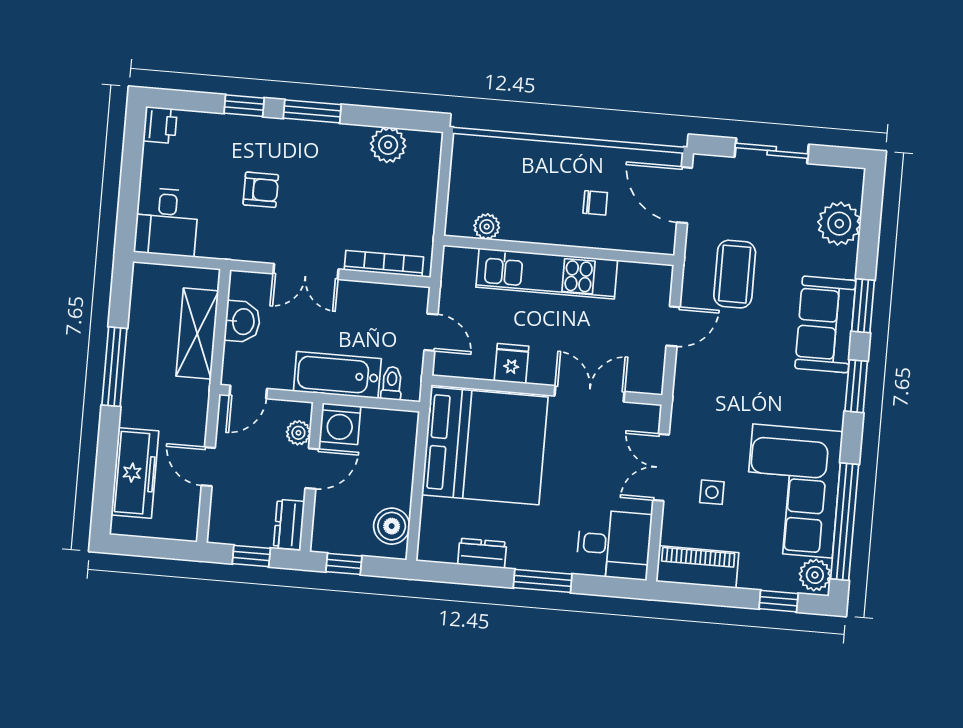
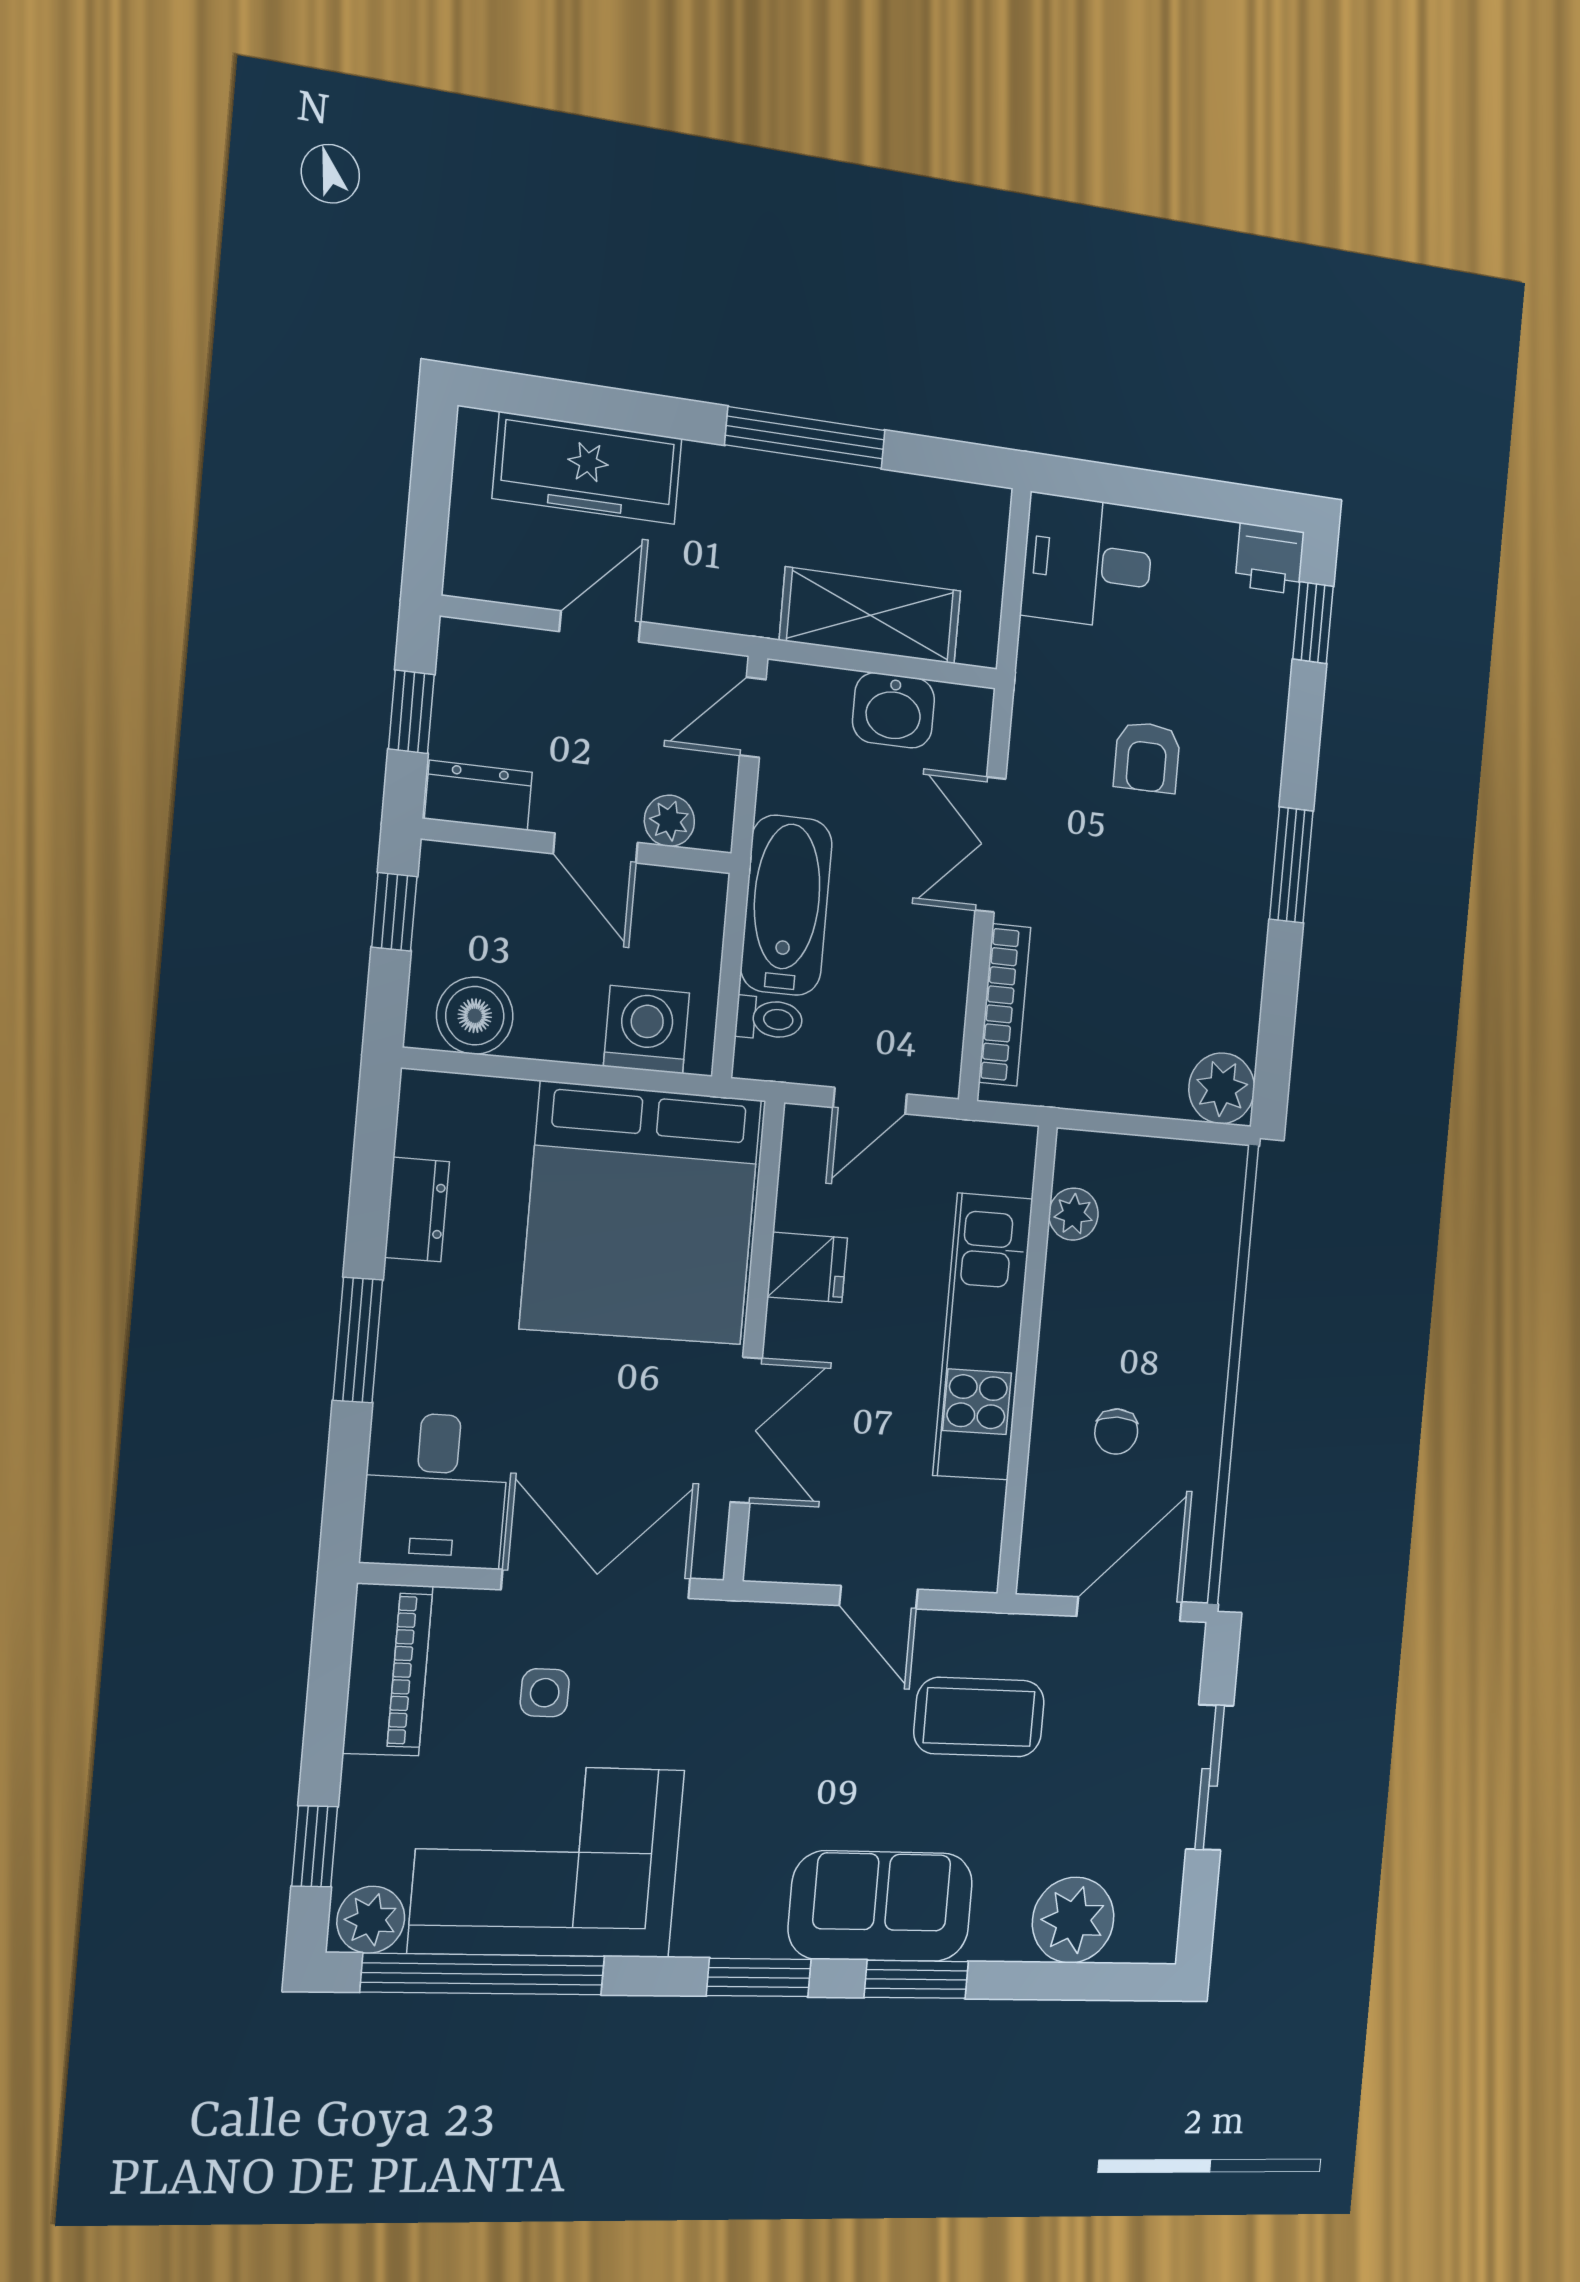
window: (244, 106) -> (1313, 623), moved
plant: (388, 145) -> (1222, 1088), moved
door: (248, 392) -> (753, 717), hinge flipped
washing machine: (340, 424) -> (647, 1030), moved, turned 90
double door: (661, 467) -> (596, 1584), width x1.37

